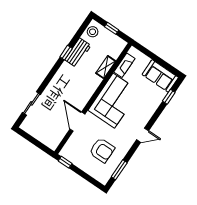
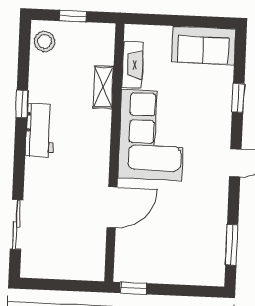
workbench: (78, 53) -> (40, 130), moved
window: (169, 97) -> (238, 98), moved
door: (77, 122) -> (112, 207), swing flipped
armchair: (102, 150) -> (183, 230), removed

